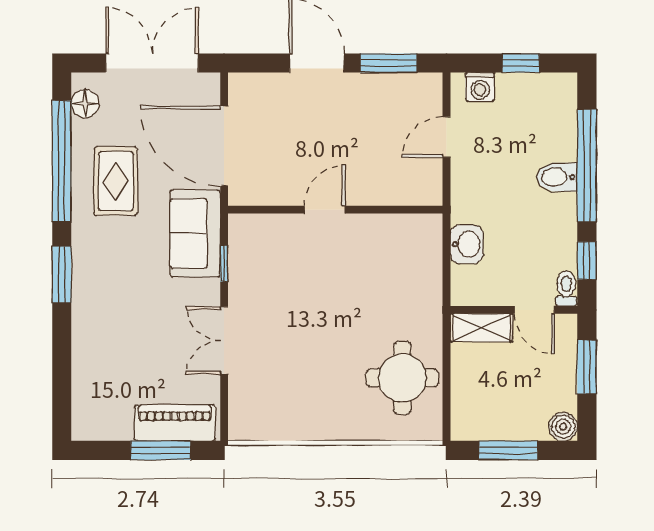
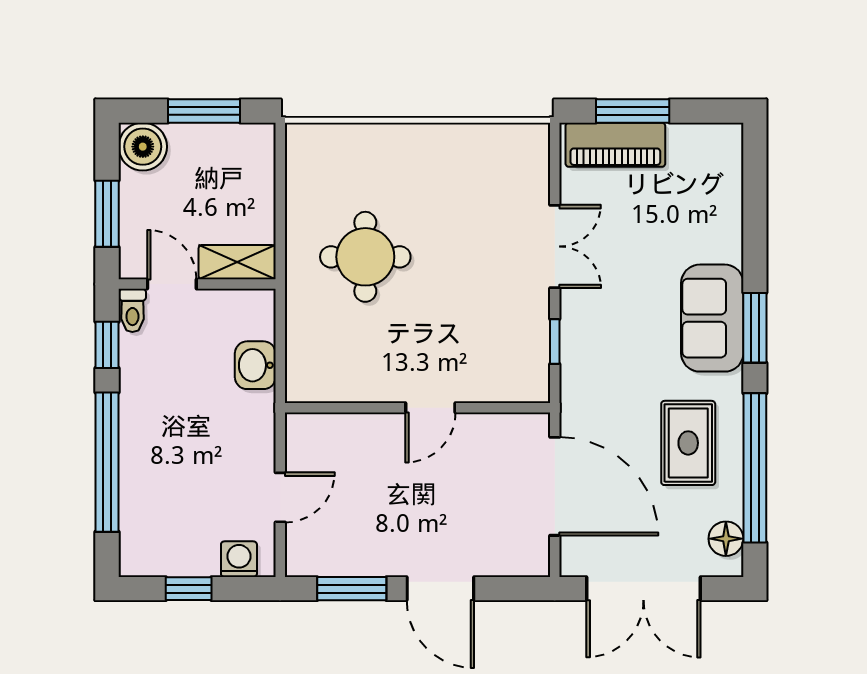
bidet: (557, 177) -> (144, 448), removed
sofa: (195, 233) -> (712, 318), moved, turned 180
round table: (402, 378) -> (365, 257), moved
boiler: (563, 427) -> (143, 147), width x1.36, depth x1.36

